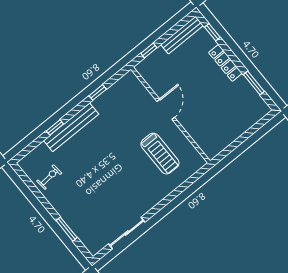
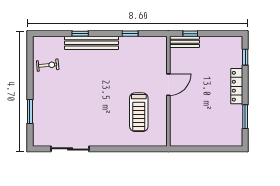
bench: (182, 35) -> (184, 42), moved, width x0.73

